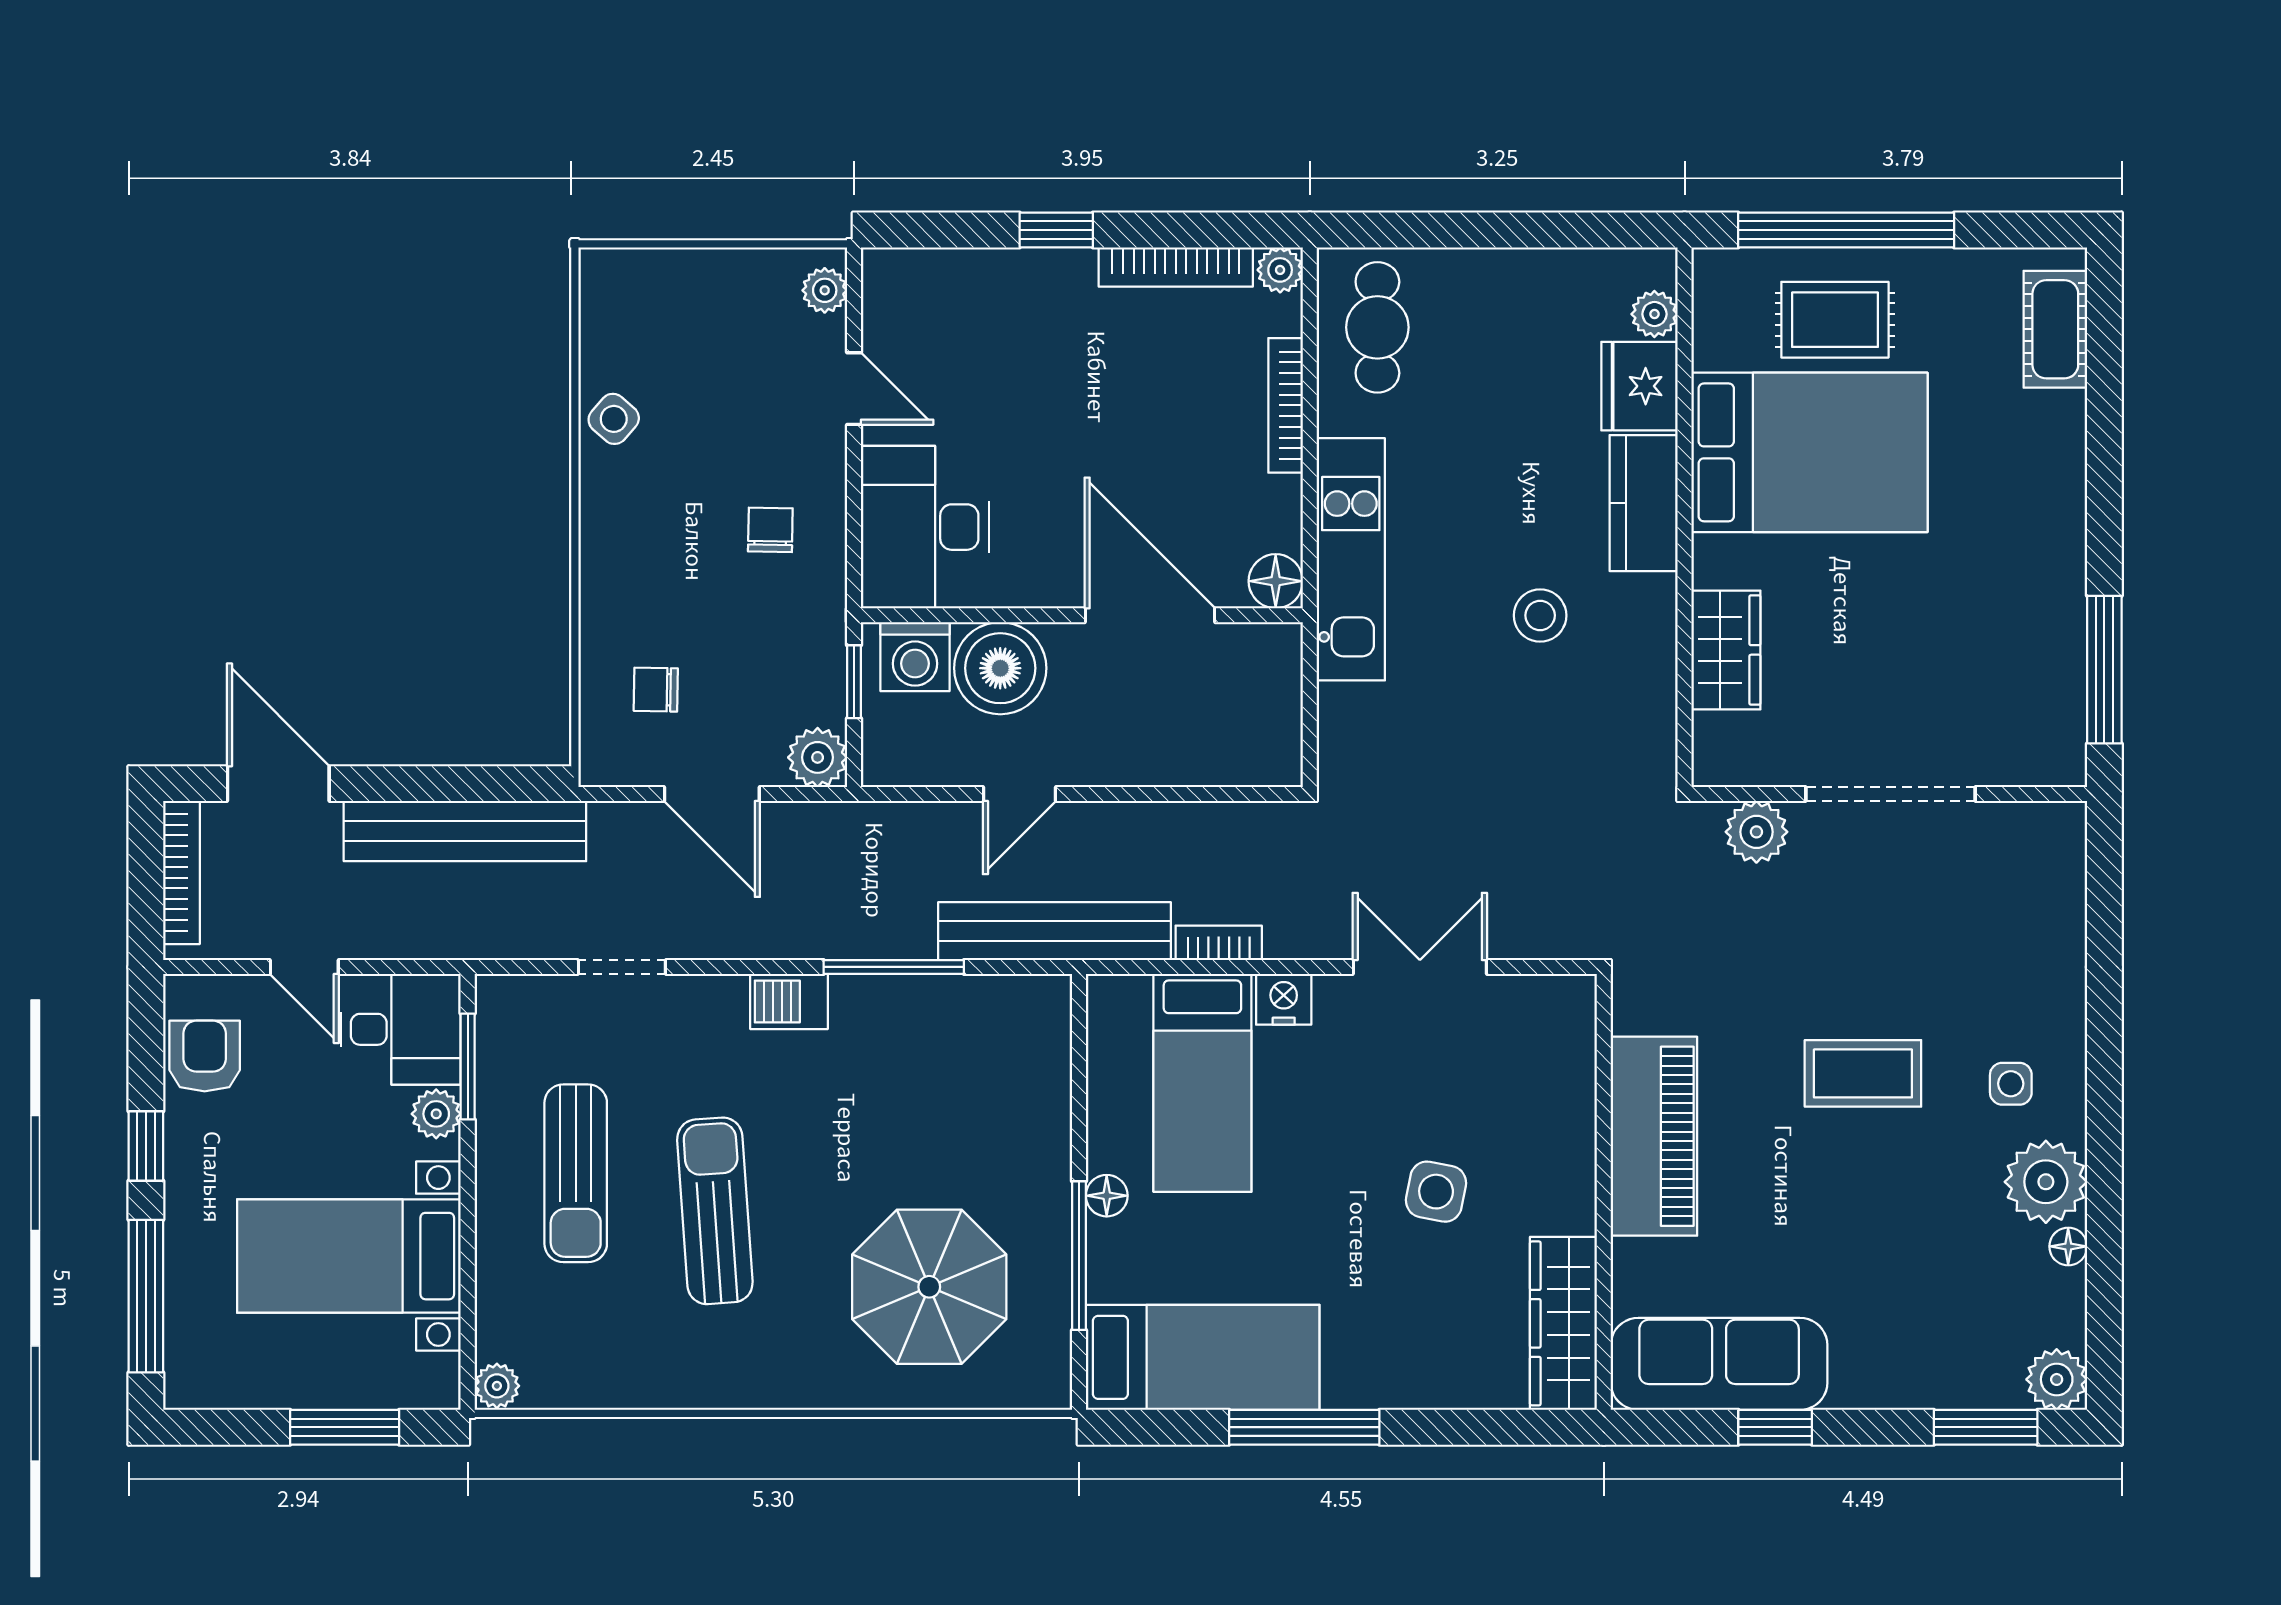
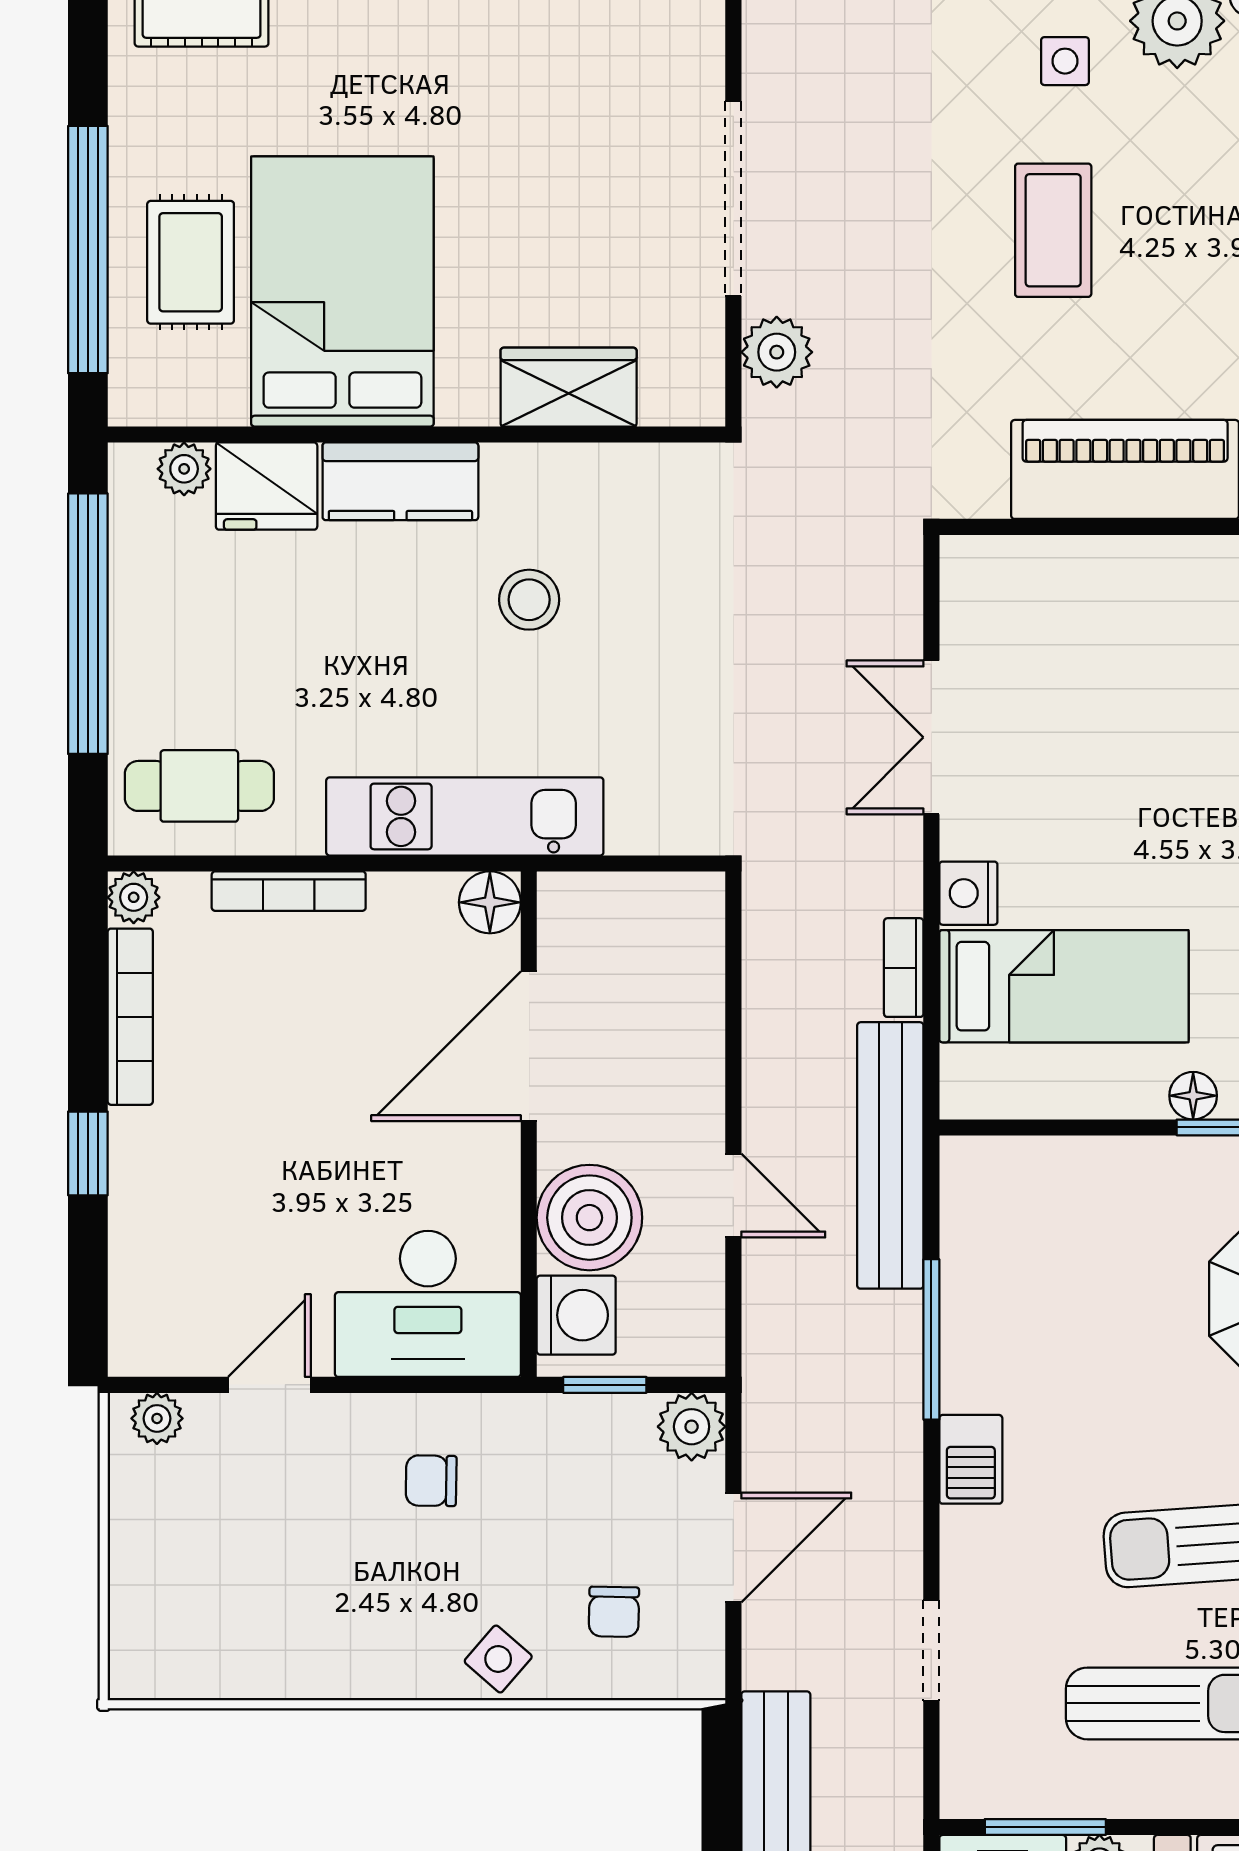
window: (1519, 230) -> (88, 624), added
side table: (614, 419) -> (498, 1659), moved
side table: (1436, 1192) -> (1188, 719), removed

